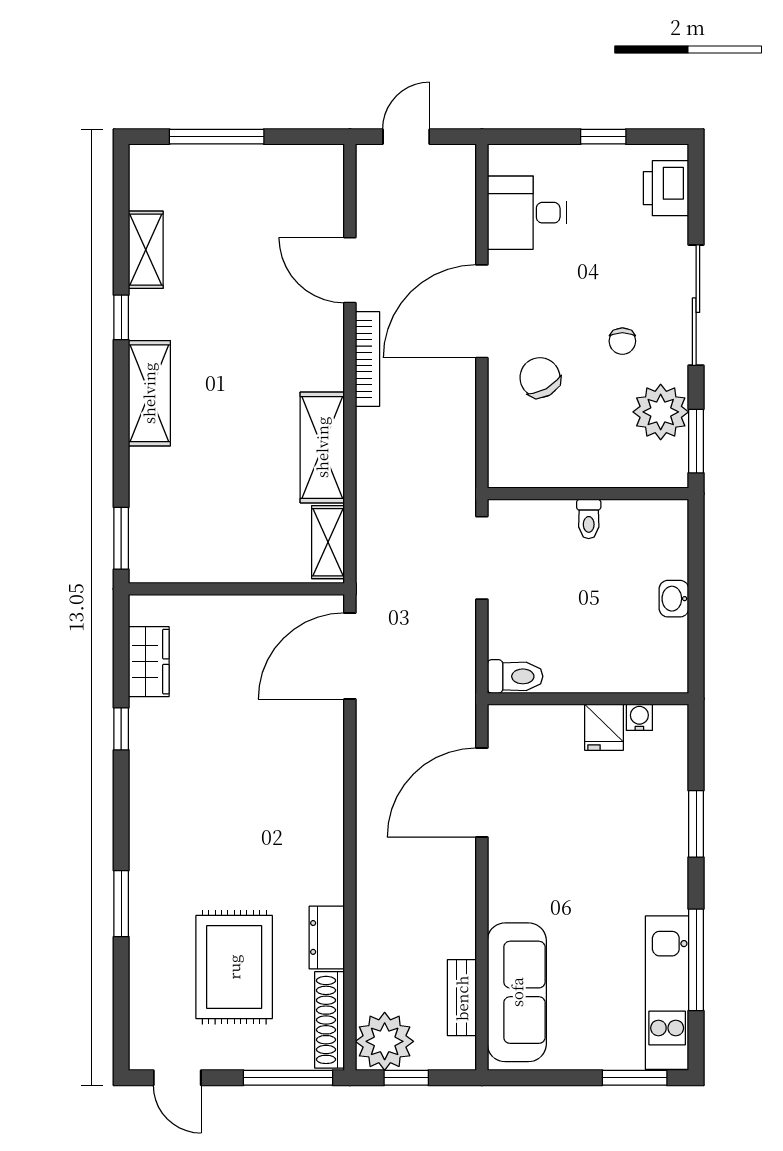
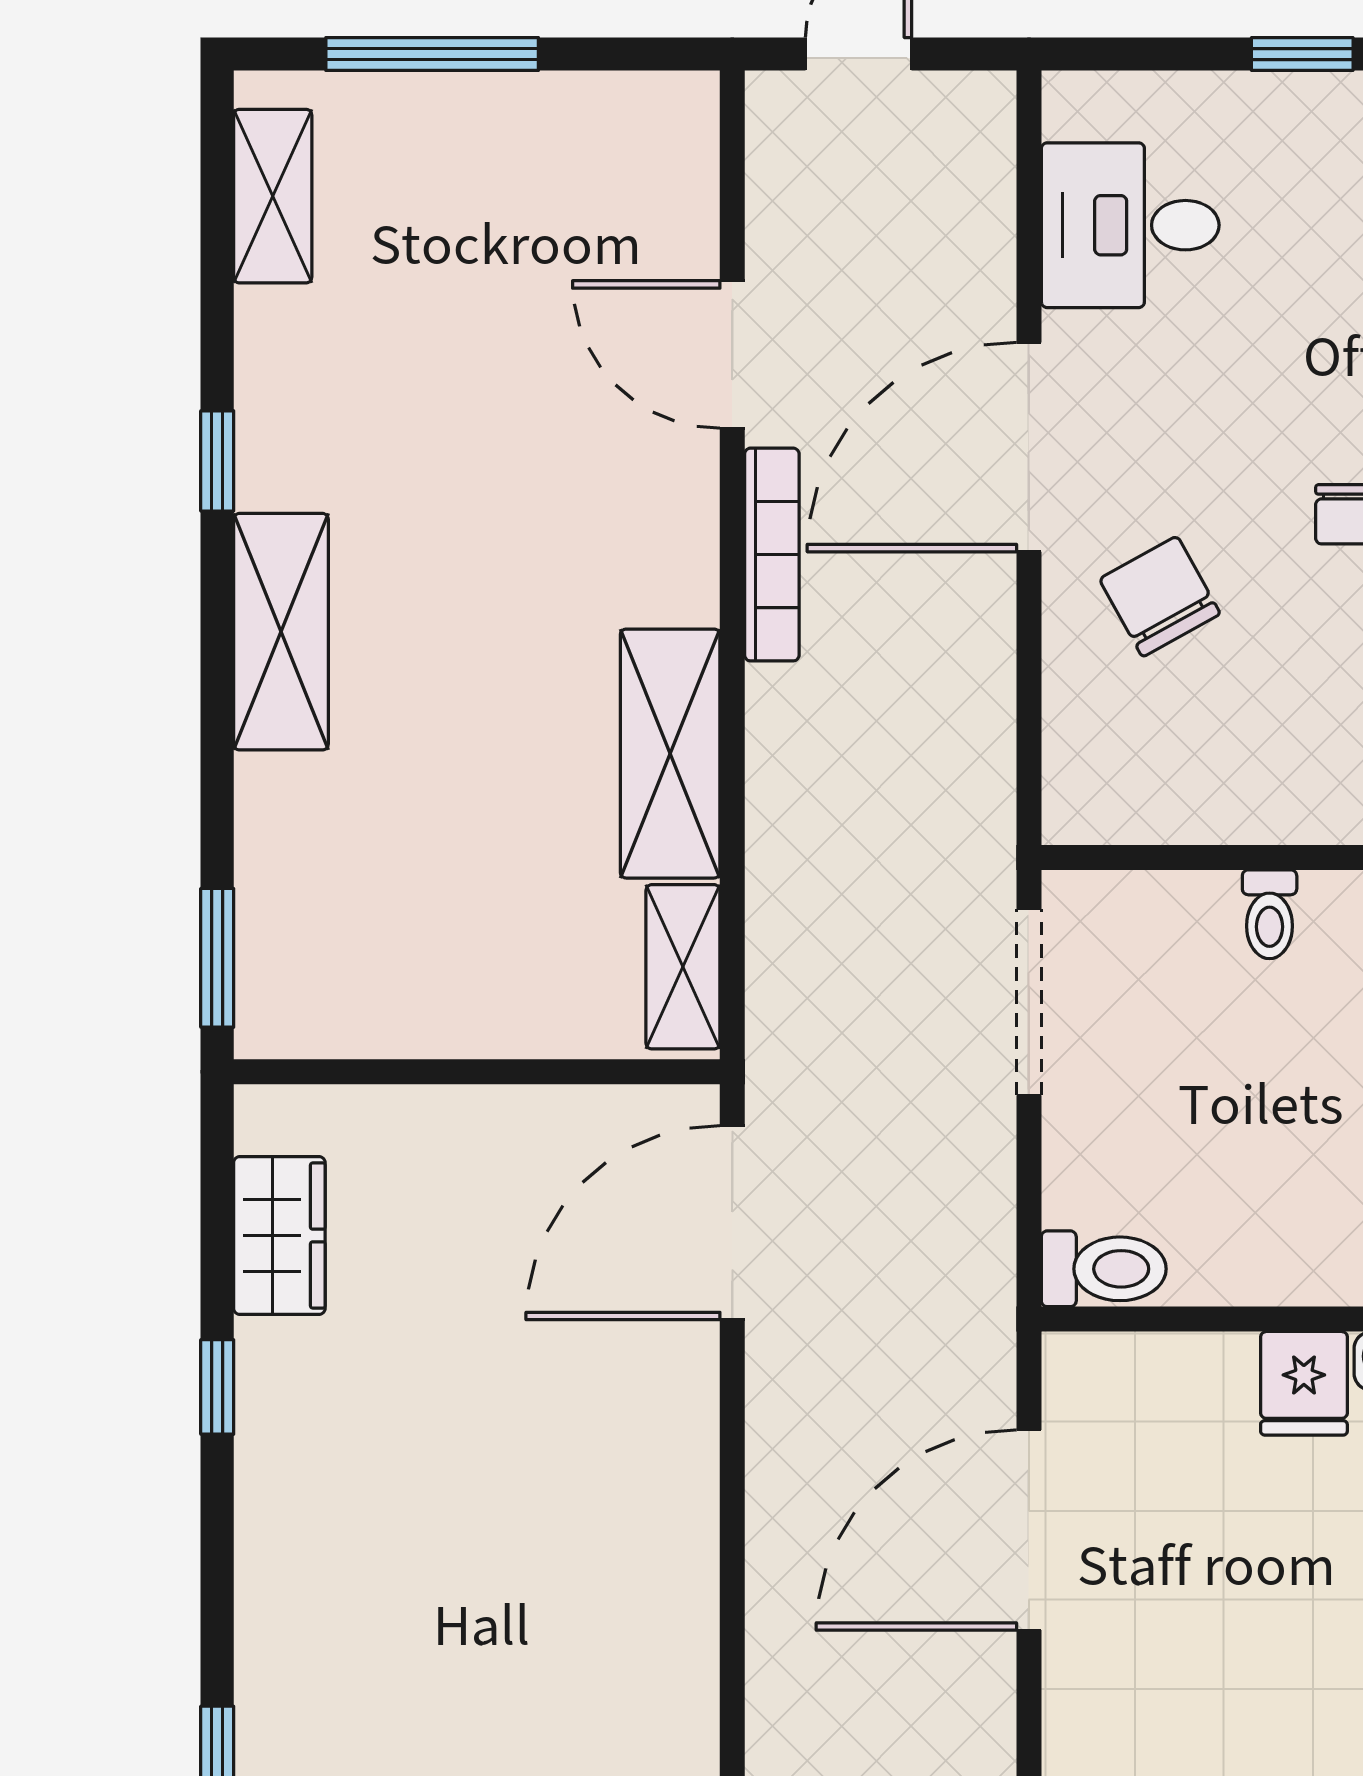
shelving: (146, 250) -> (273, 196), moved

